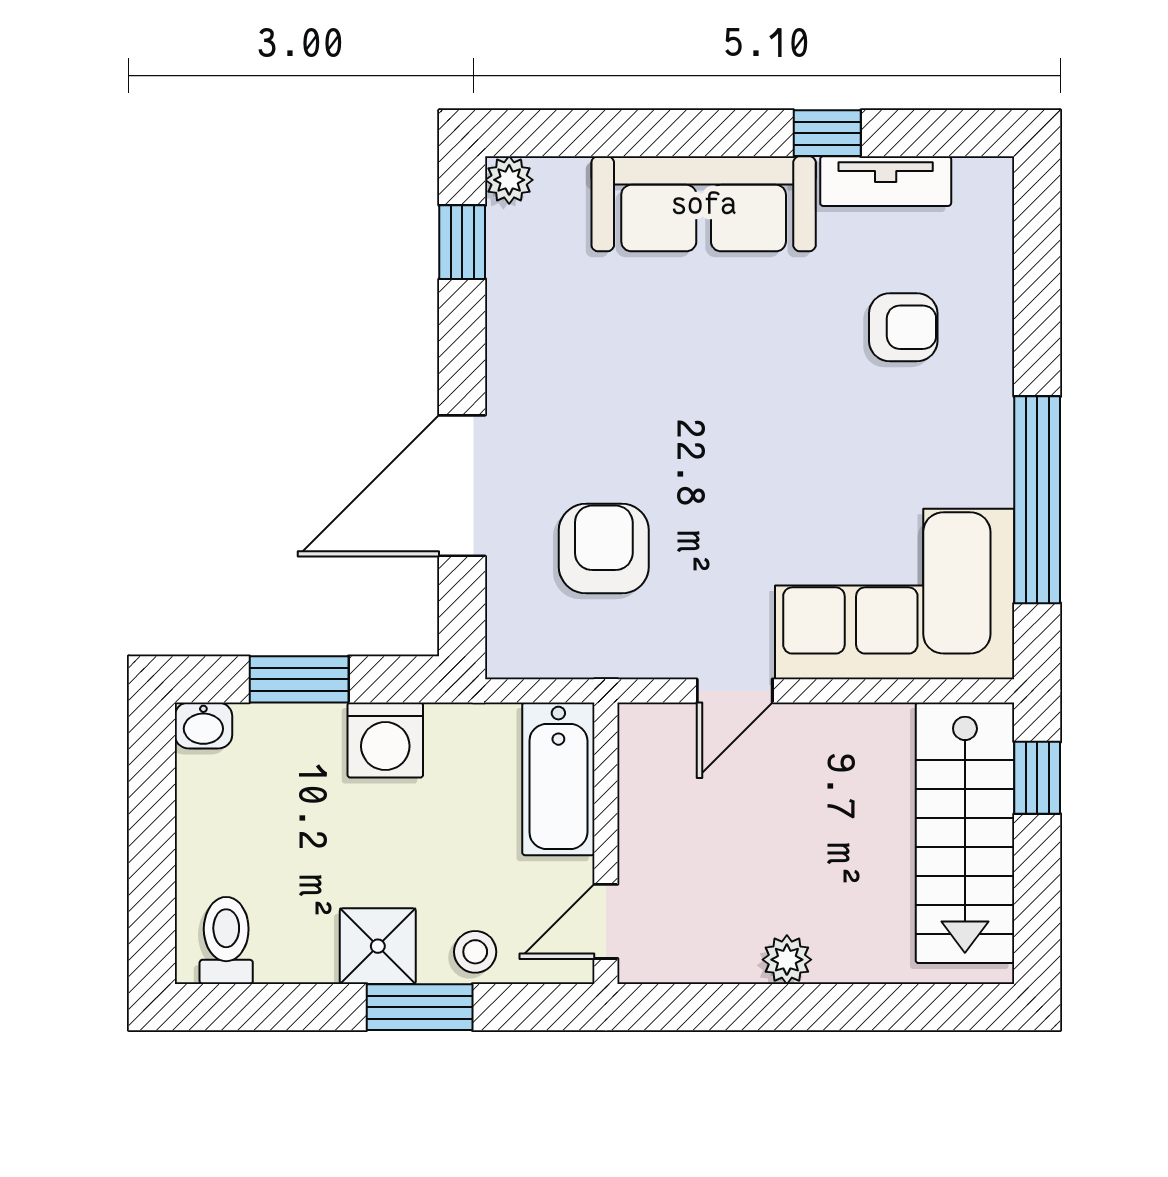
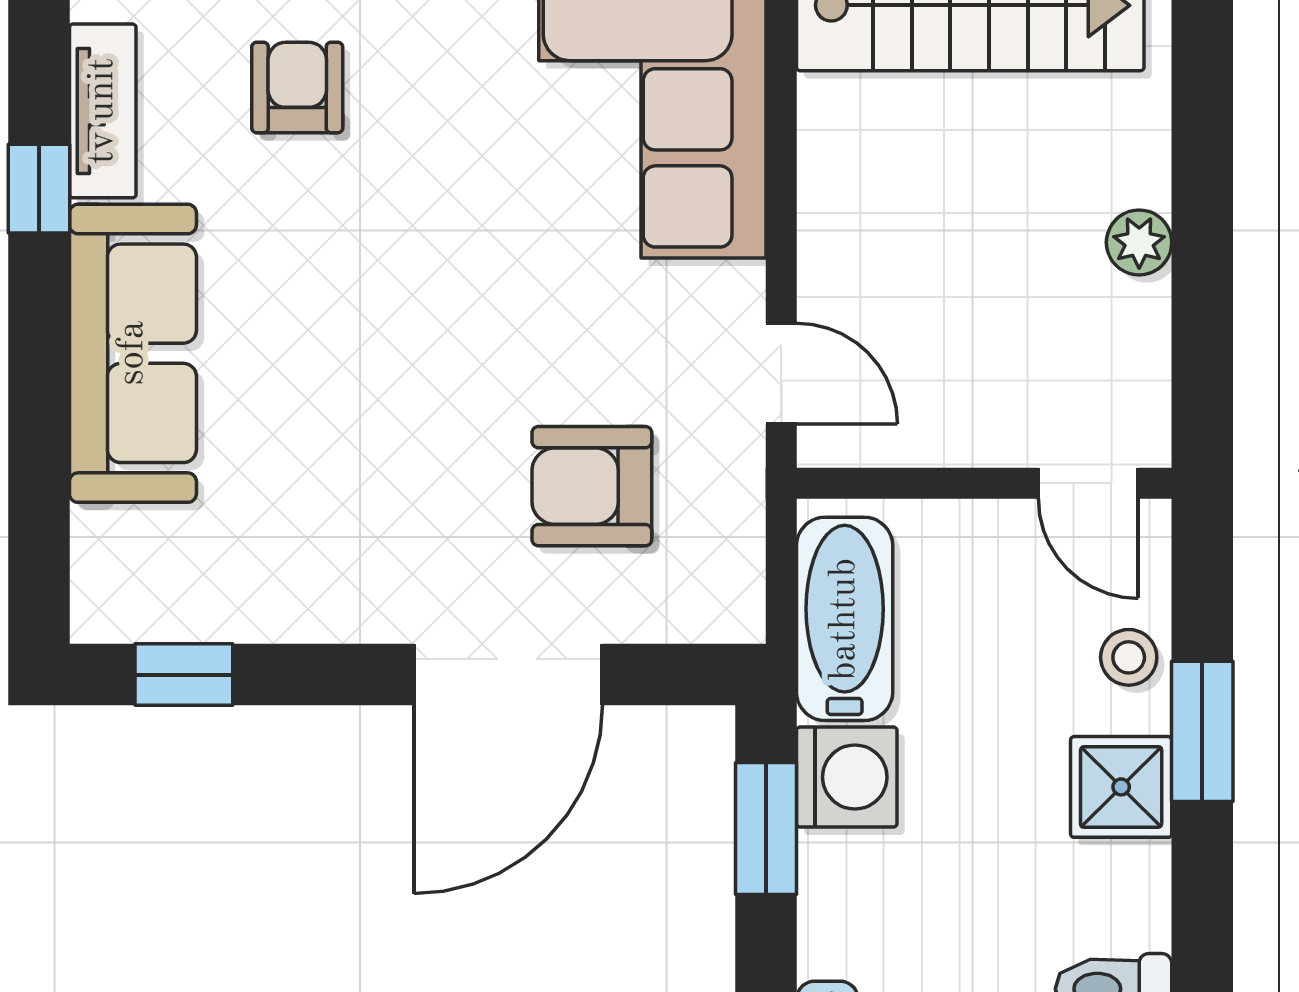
plant: (509, 180) -> (101, 612), removed
door: (462, 486) -> (508, 675), hinge flipped
window: (299, 679) -> (766, 829), moved
door: (735, 691) -> (781, 374), moved
bathtub: (558, 779) -> (845, 619), moved, turned -90

